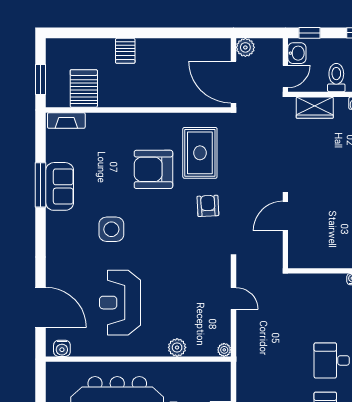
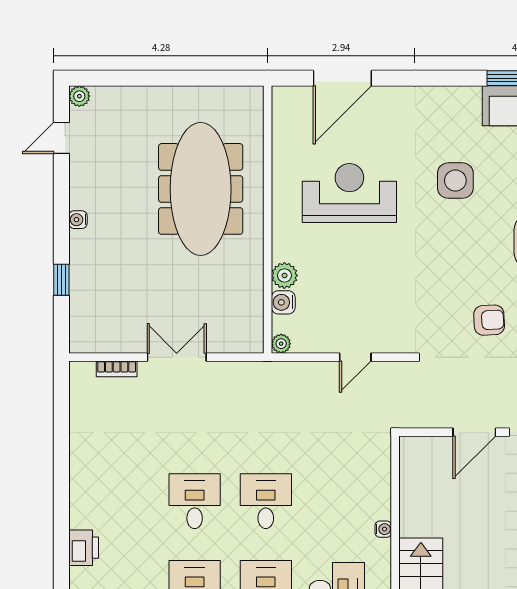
door: (285, 216) -> (474, 432), swing flipped
water cooler: (62, 348) -> (283, 302), moved

